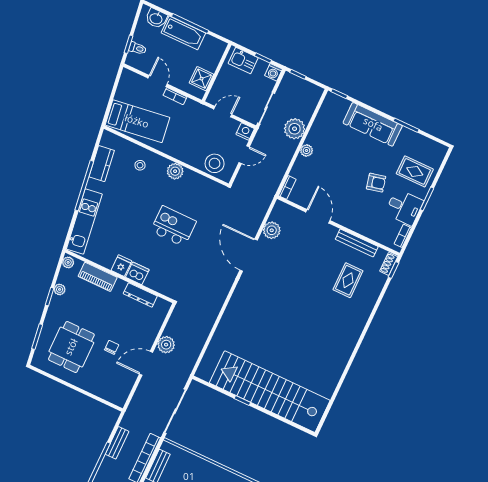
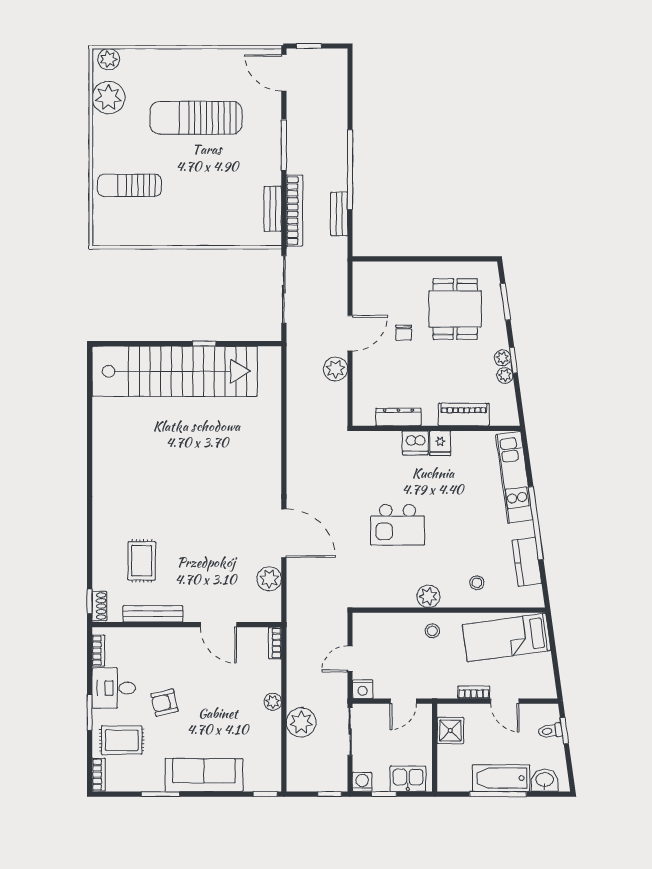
bookcase: (440, 156) -> (99, 775), added
stool: (215, 163) -> (432, 631), moved, width x0.53, depth x0.53
plant: (68, 262) -> (502, 358), moved

